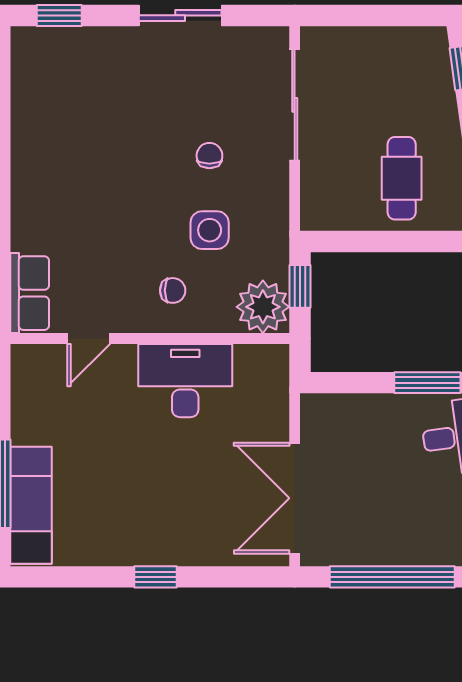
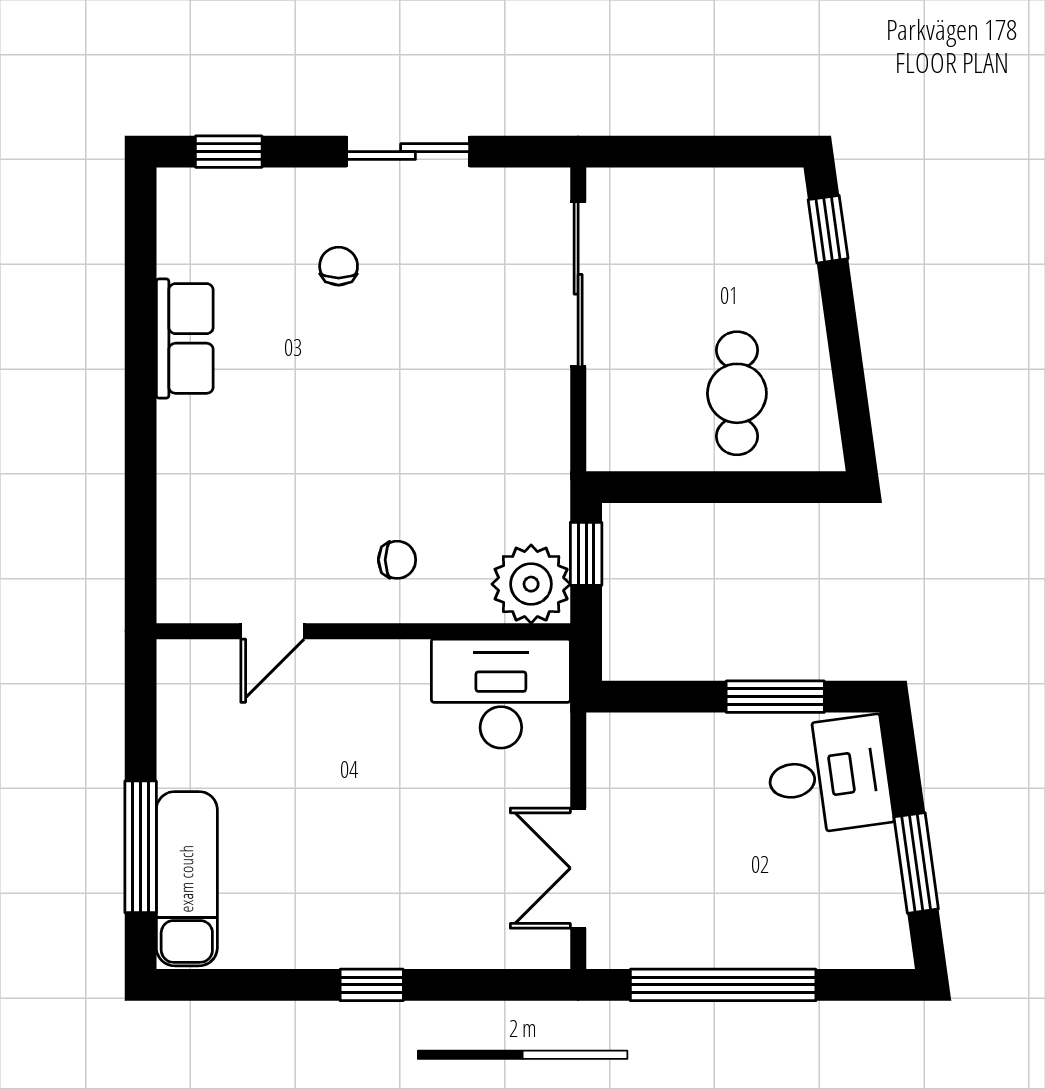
chair: (209, 156) -> (339, 266), moved
side table: (210, 230) -> (452, 470), removed
row of seats: (30, 293) -> (185, 338), moved
desk: (185, 381) -> (501, 694), moved
double door: (295, 498) -> (578, 868), width x0.73

